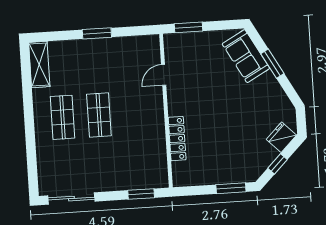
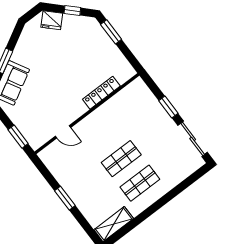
window: (141, 194) -> (168, 107), moved

